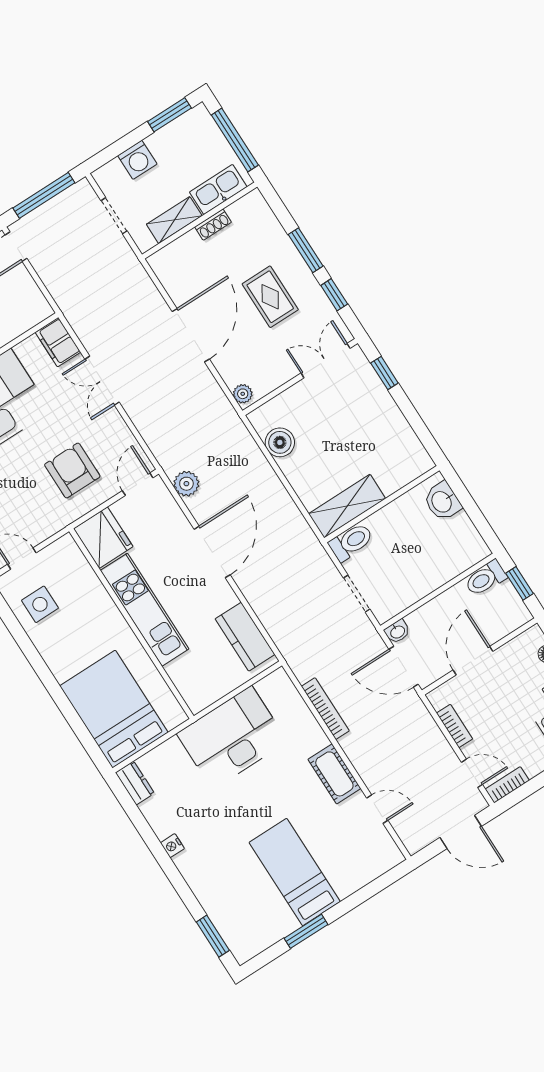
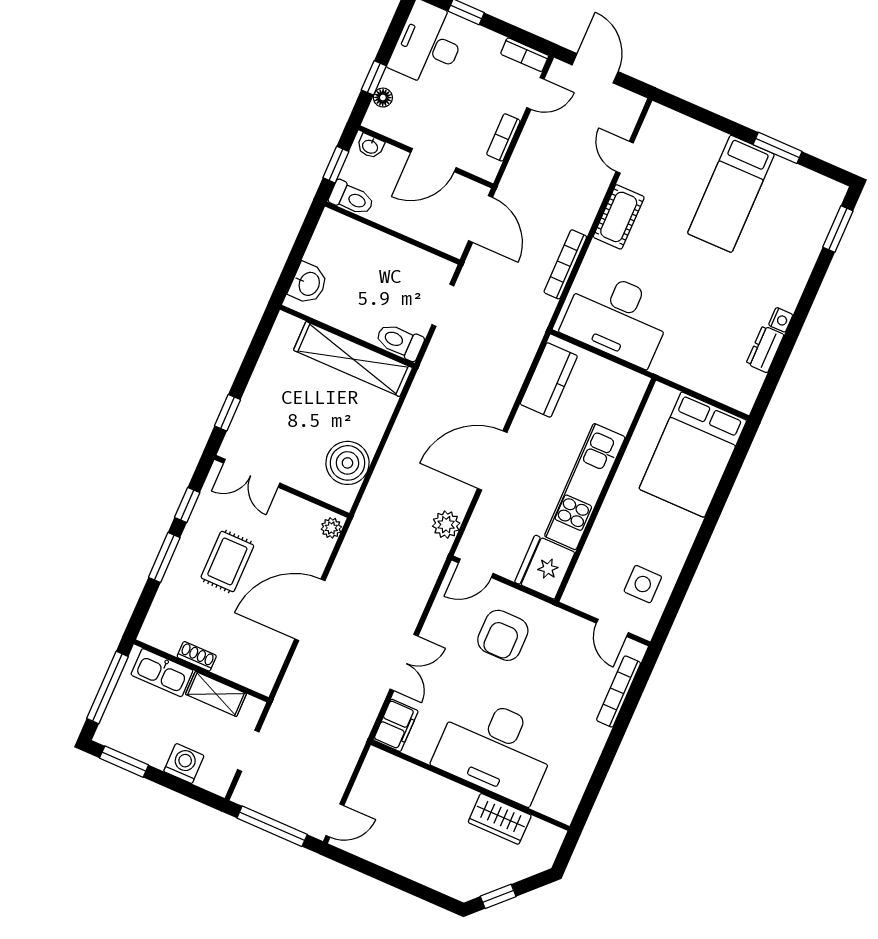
boiler: (280, 442) -> (347, 463), width x1.37, depth x1.37
shelving: (347, 506) -> (353, 359), width x1.47
washbasin: (397, 632) -> (370, 146), moved, turned 180
desk: (232, 738) -> (617, 318), moved
door: (472, 773) -> (535, 93), swing flipped
dresser: (135, 783) -> (765, 349), moved

